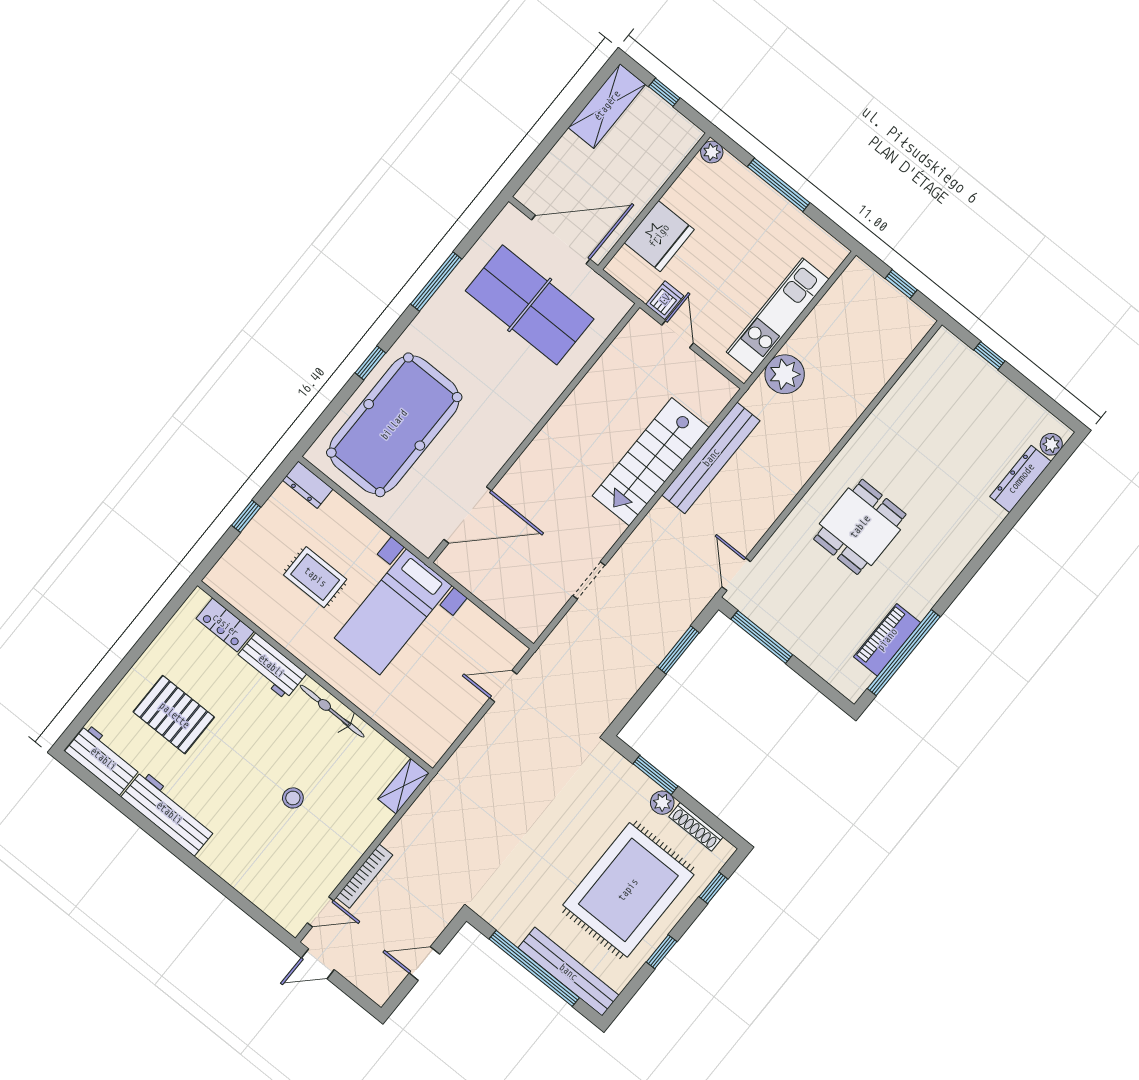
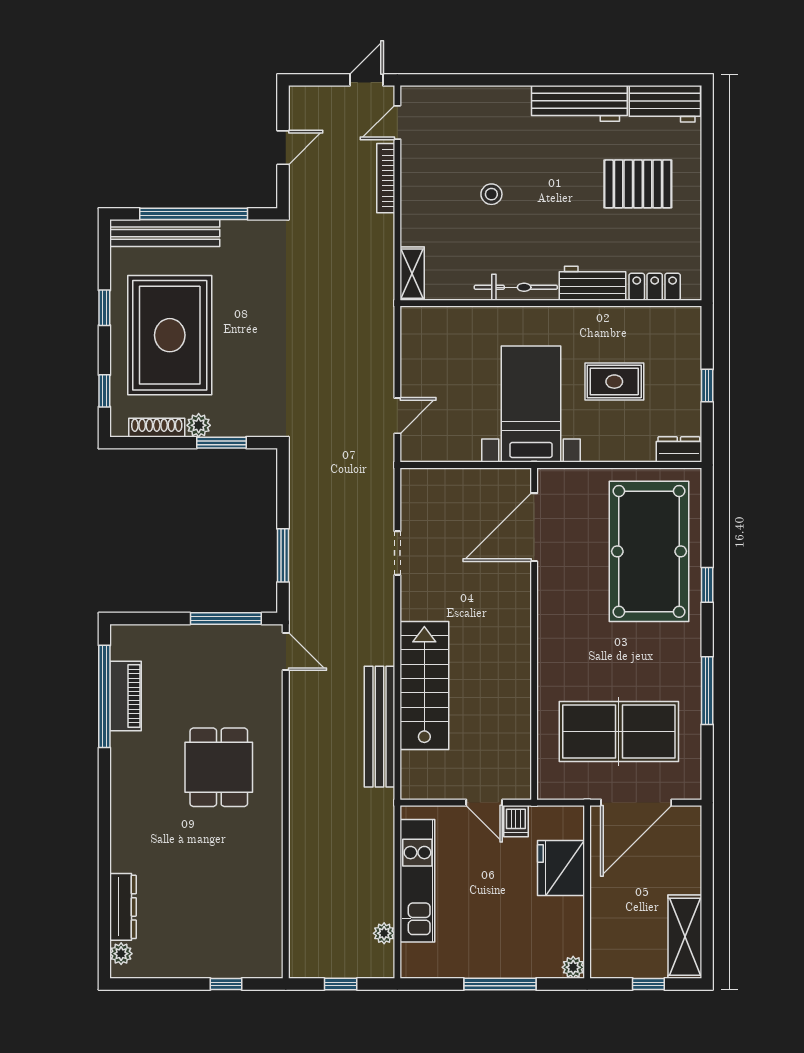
plant: (785, 374) -> (384, 933), moved, width x0.53, depth x0.53

